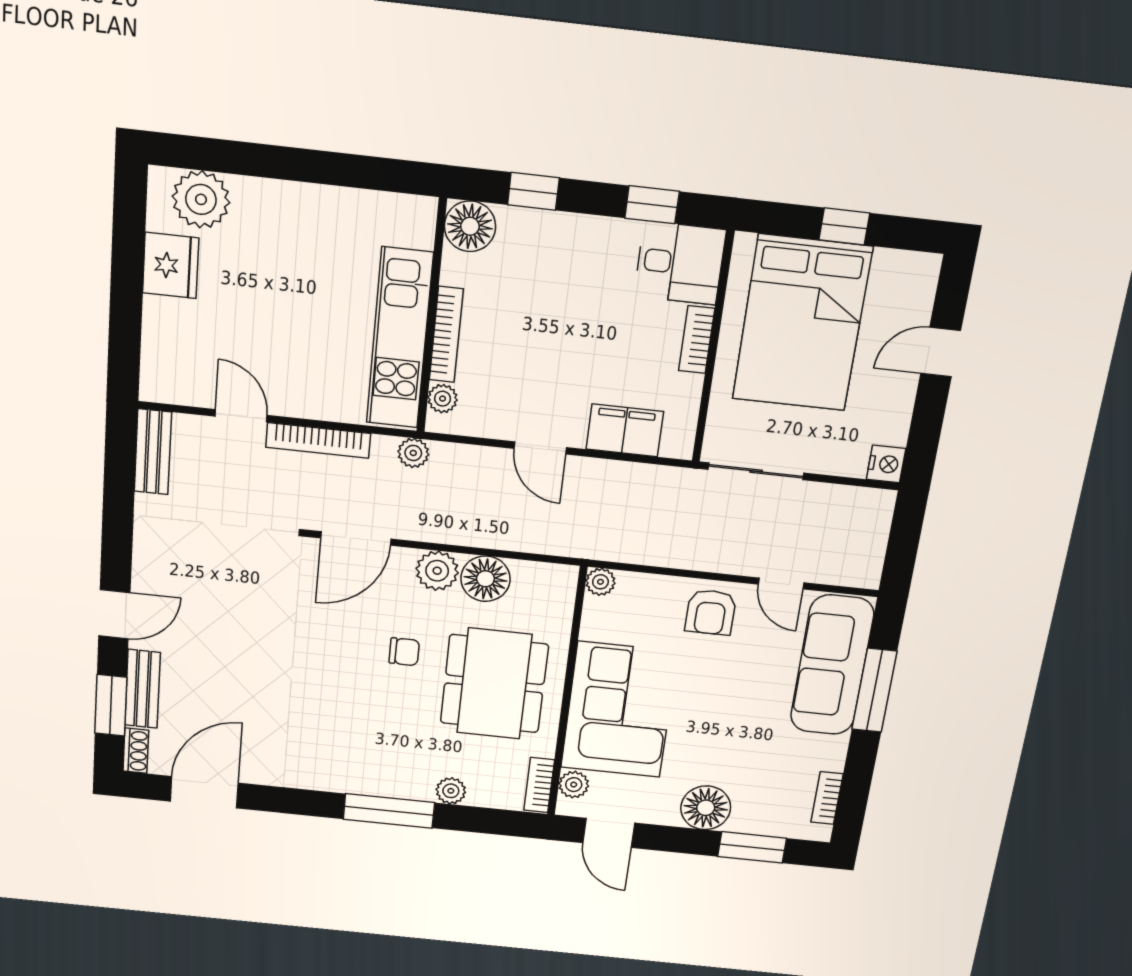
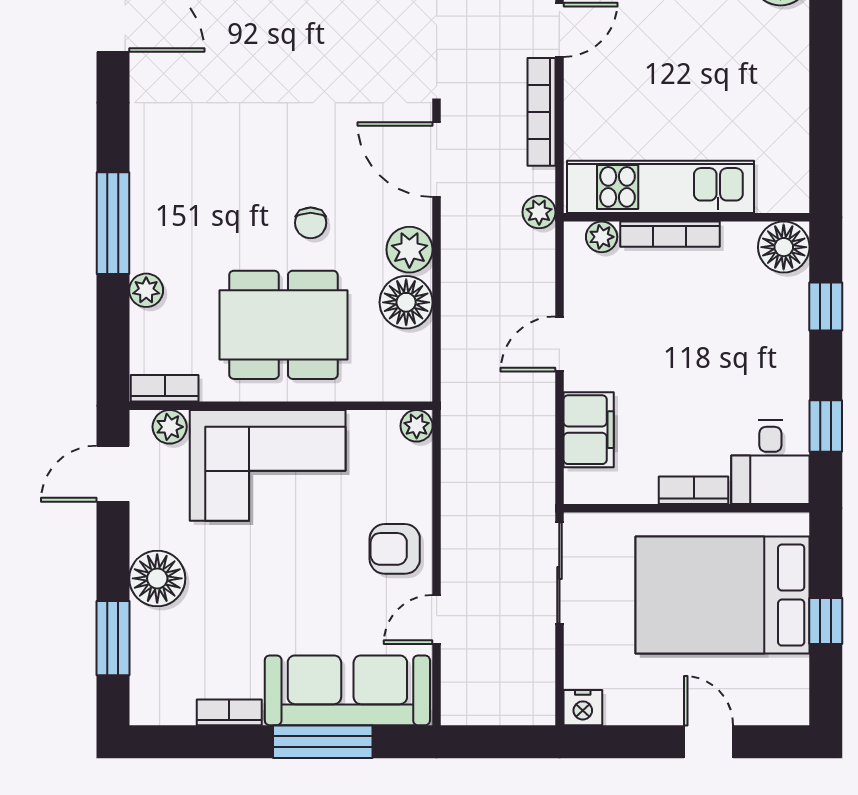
bookcase: (827, 798) -> (229, 712), moved

